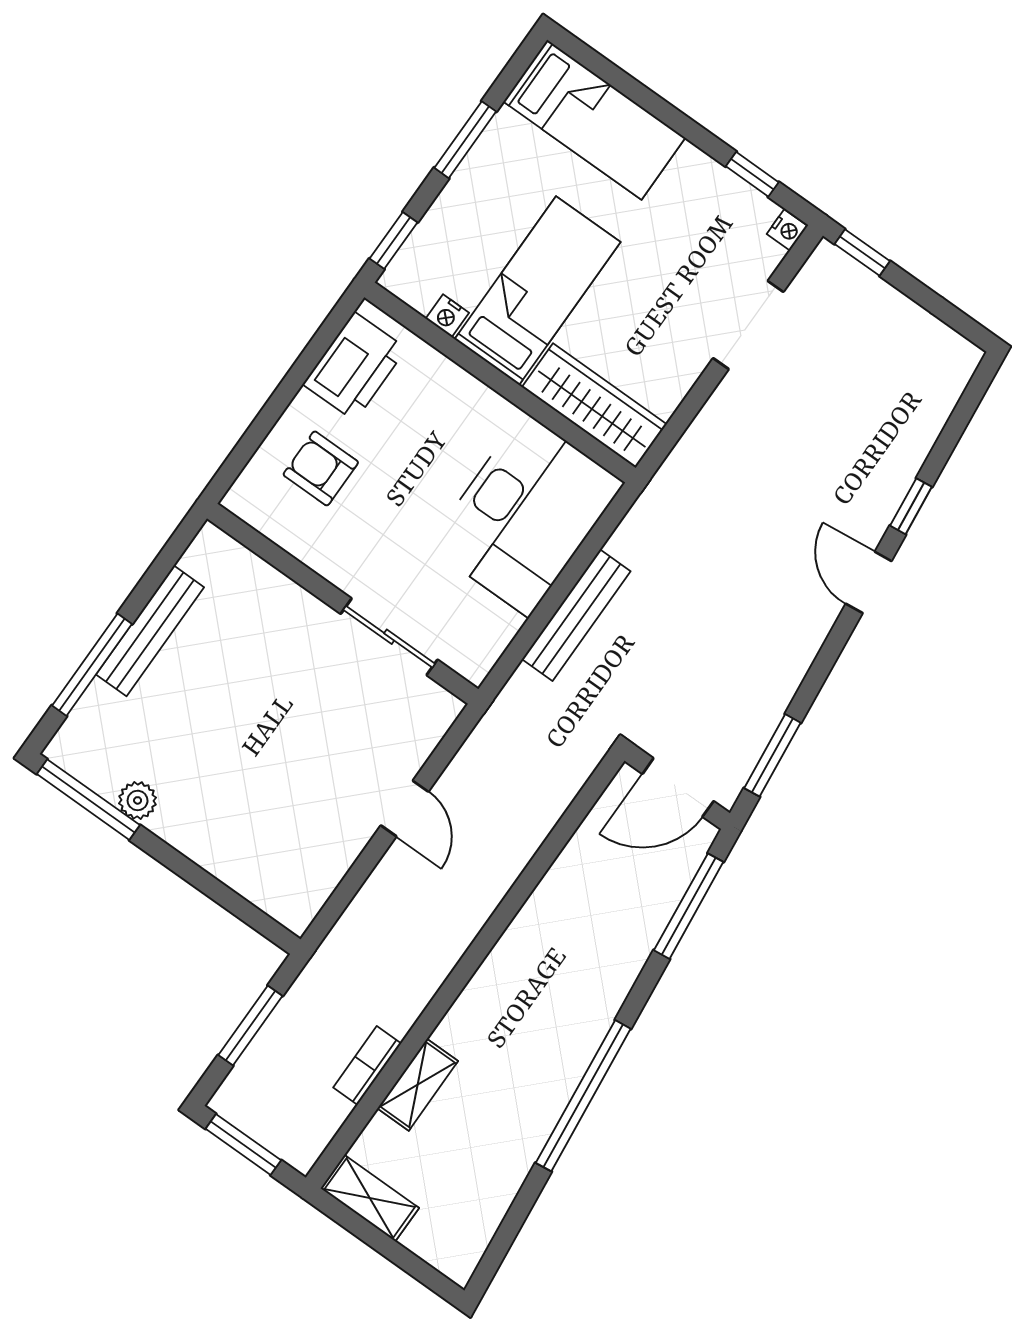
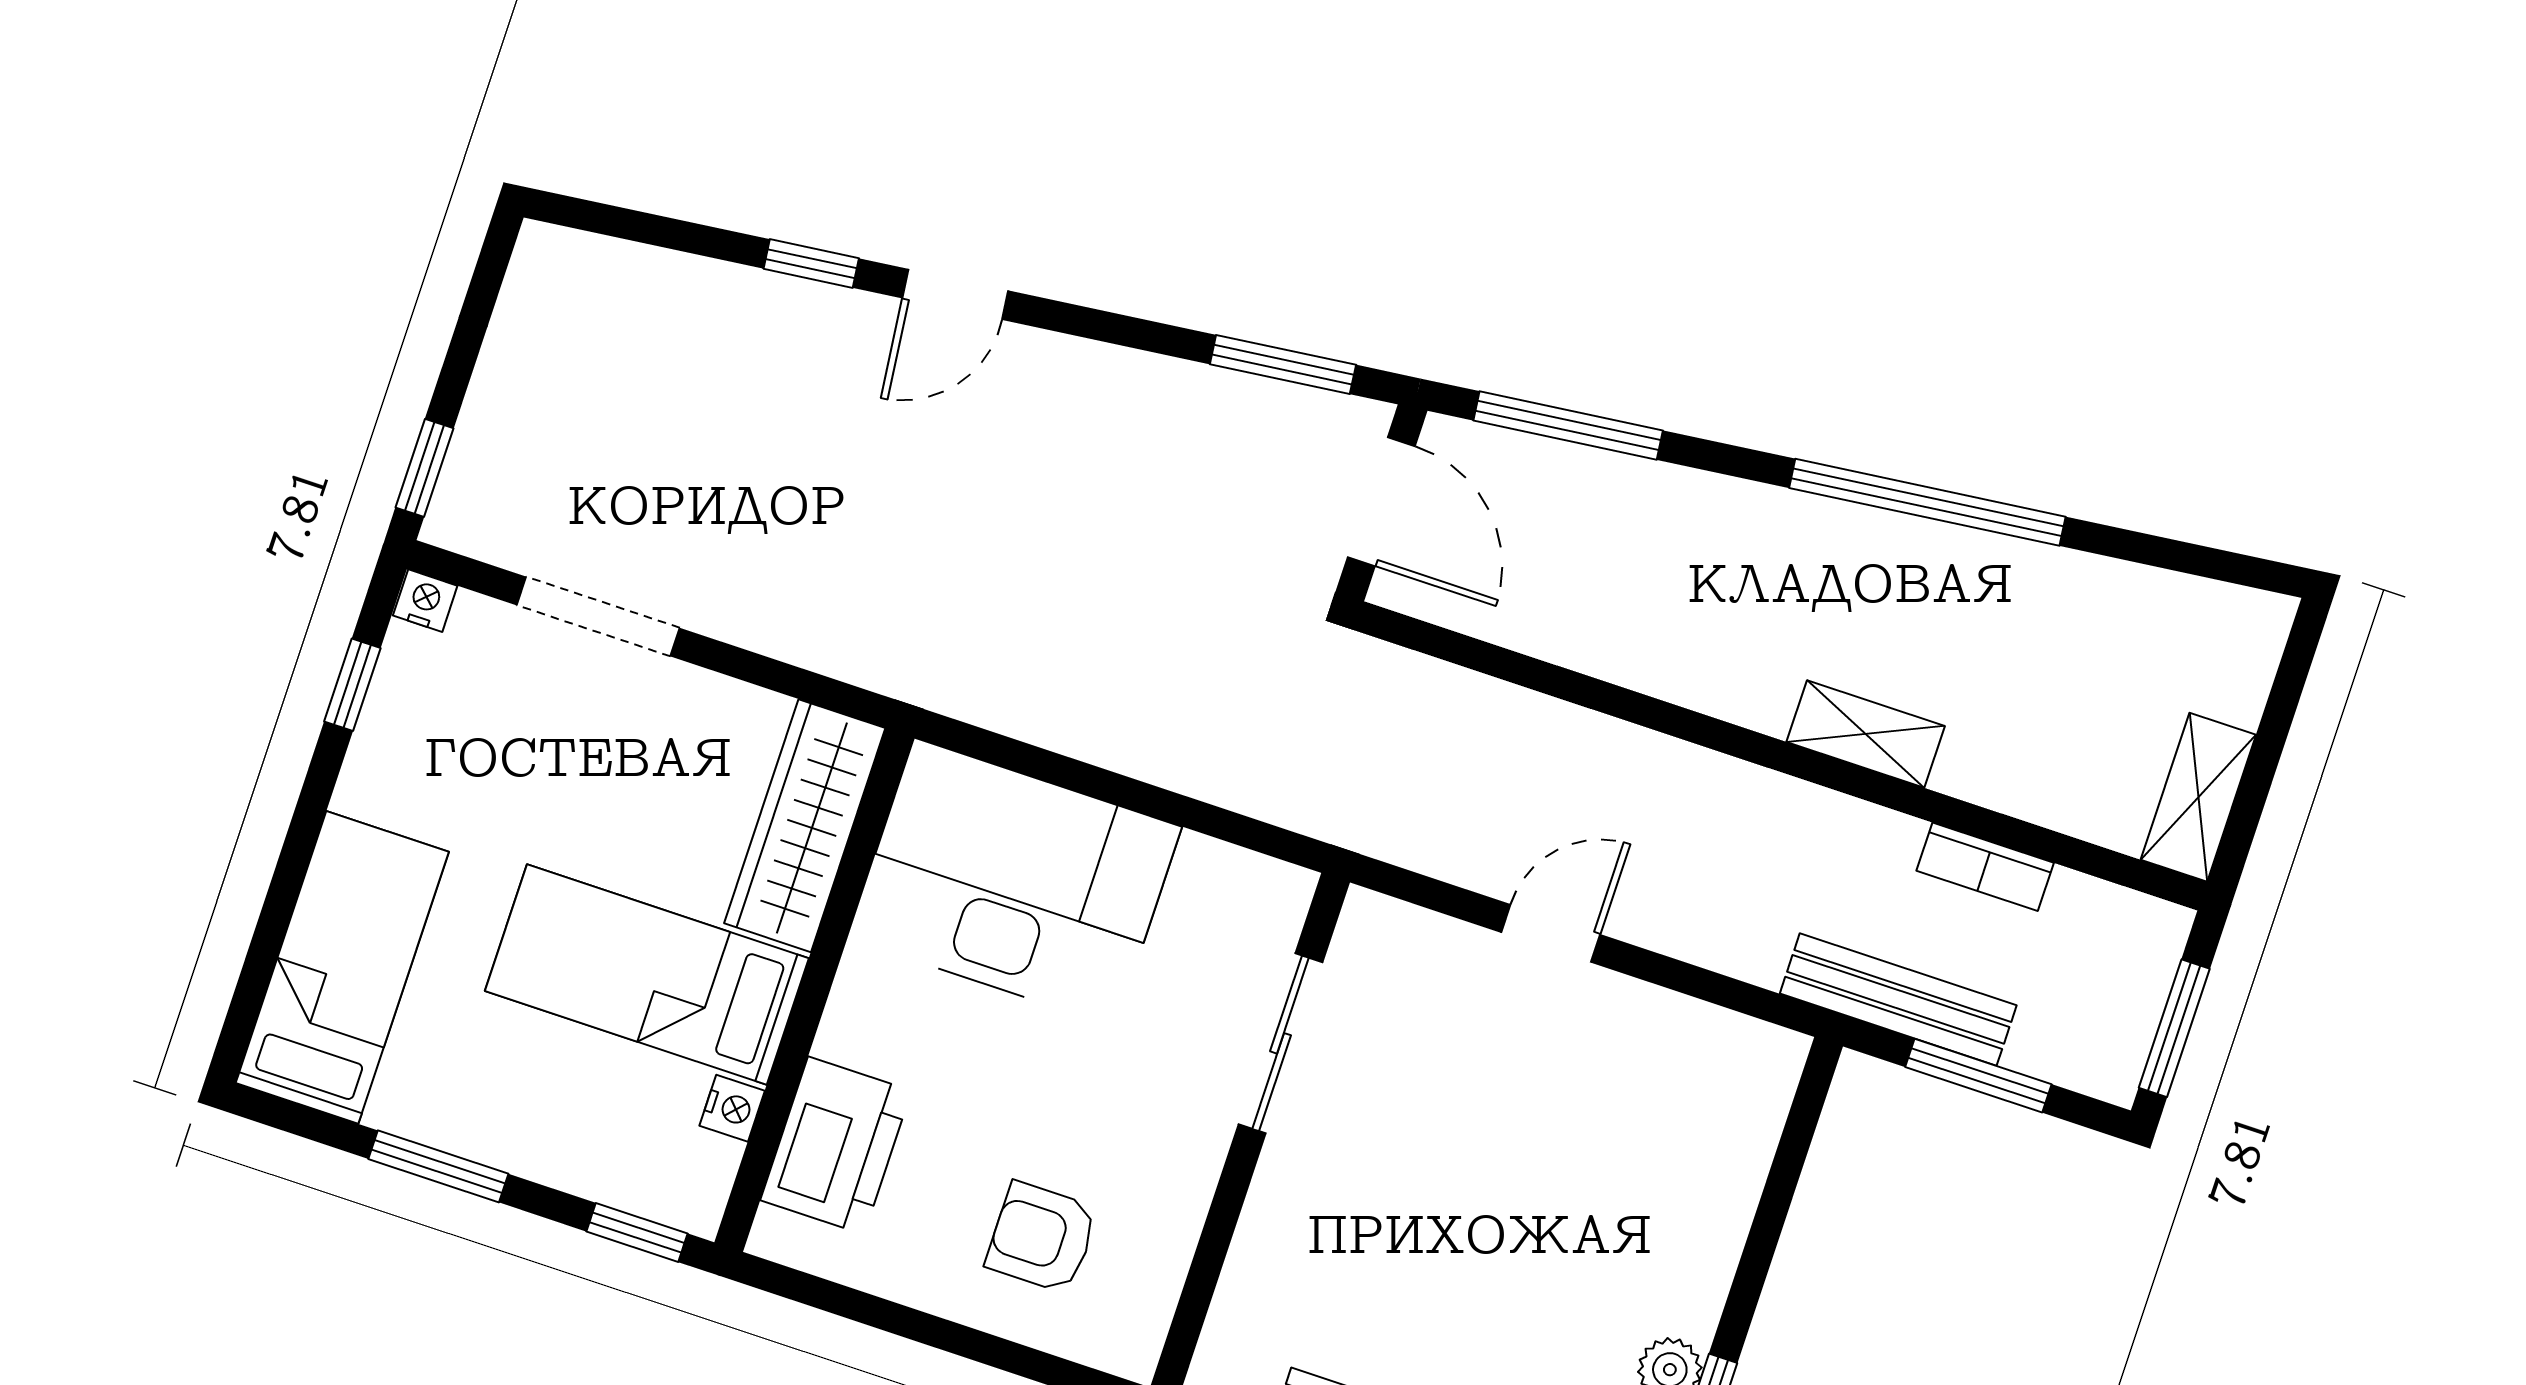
printer: (355, 366) -> (836, 1145), moved, turned 90
armchair: (321, 468) -> (1042, 1237), turned 90
bench: (576, 615) -> (1898, 999), moved
shelving: (418, 1085) -> (1866, 734), moved

